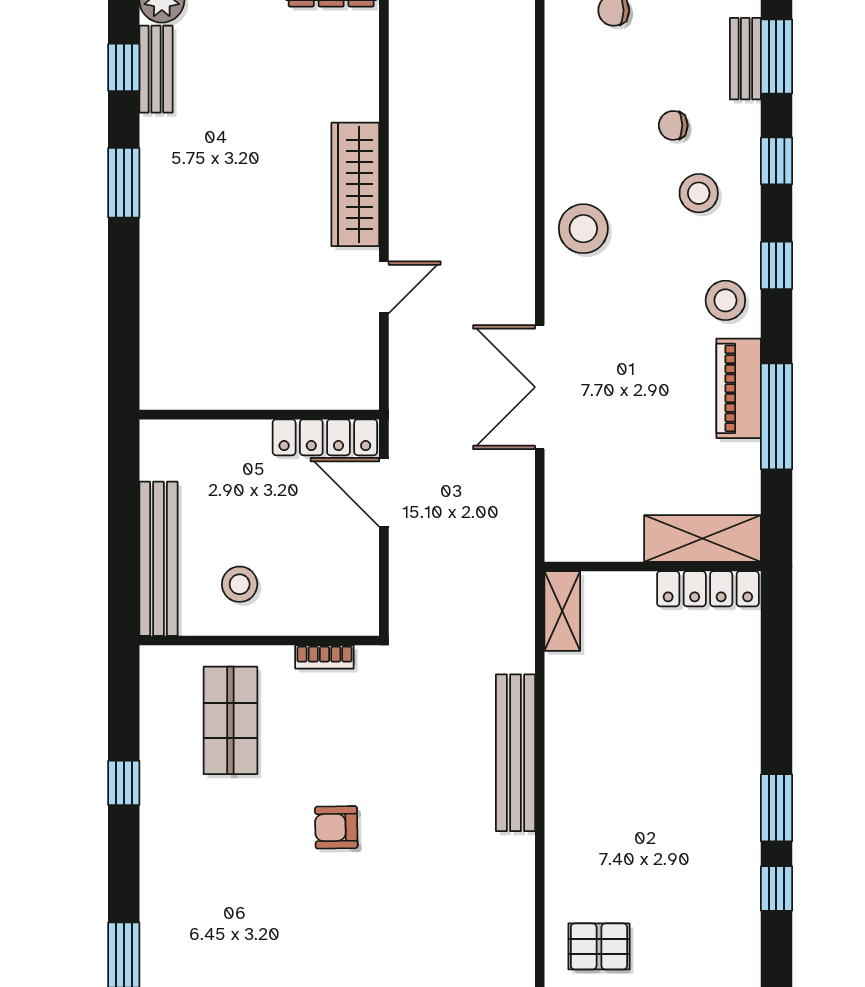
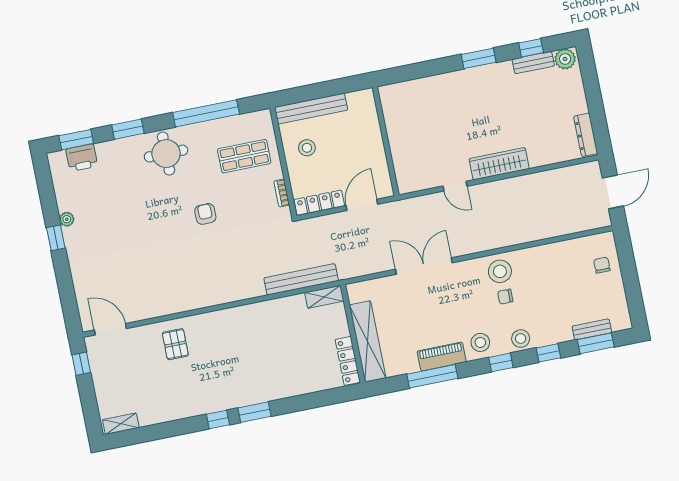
chair: (673, 125) -> (505, 297), moved, turned -90
stool: (699, 193) -> (521, 339), moved
locker: (325, 437) -> (319, 203), moved, turned 90
shelving: (703, 539) -> (368, 342), width x1.47
bench: (515, 753) -> (301, 279), moved
window: (124, 783) -> (206, 113), width x3.17
round table: (192, 885) -> (166, 154), added

